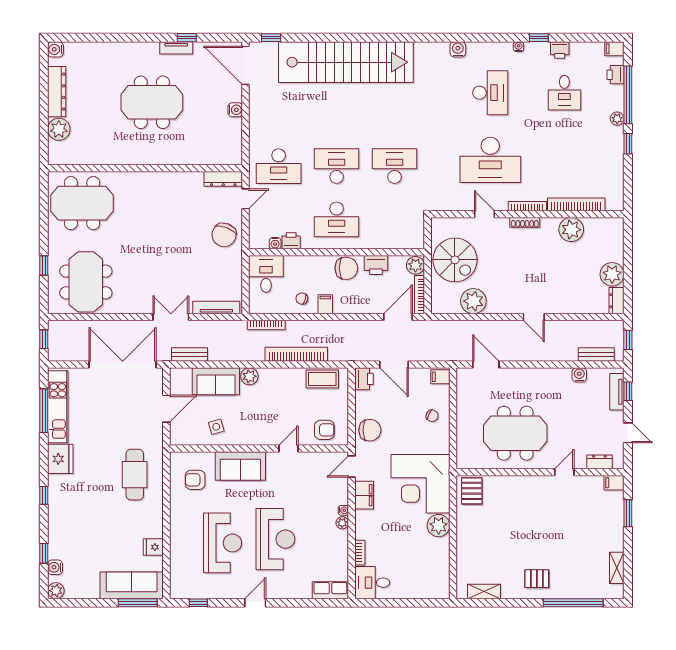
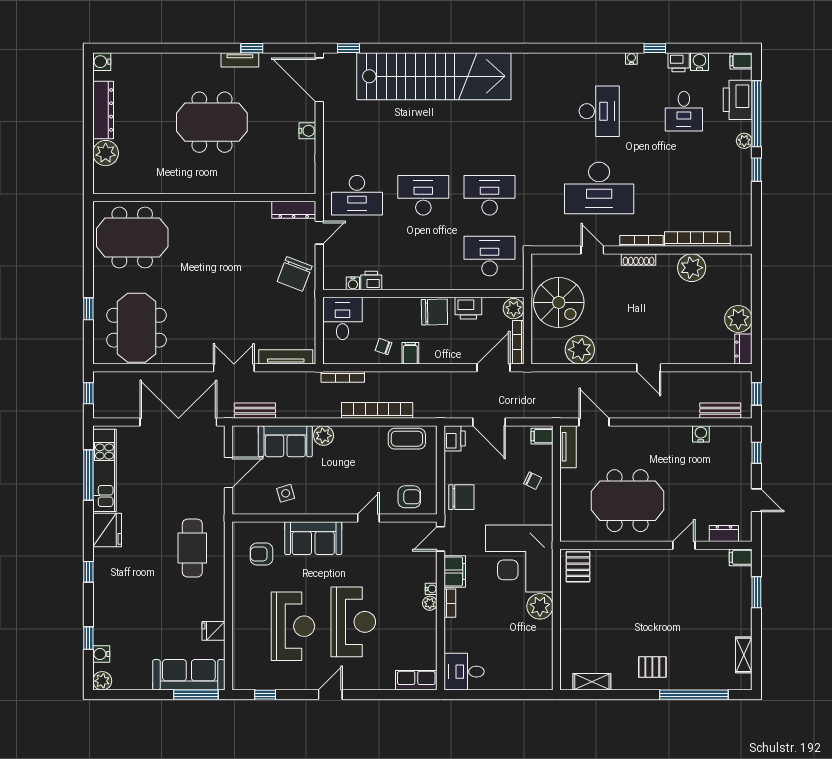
water cooler: (458, 49) -> (699, 62), moved
printer: (616, 75) -> (738, 100), width x1.87, depth x1.48
desk: (337, 219) -> (490, 256), moved, turned 180
tv unit: (617, 392) -> (568, 447), moved, turned 180
bookcase: (360, 553) -> (450, 603), moved

